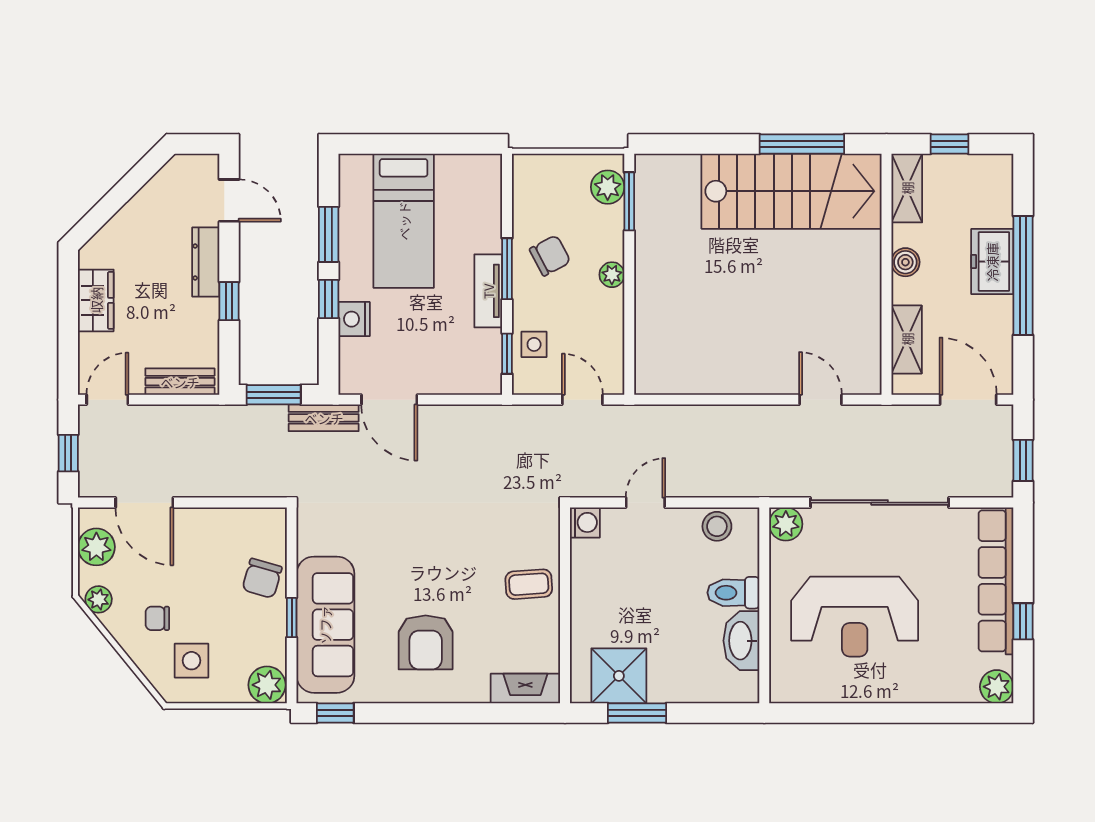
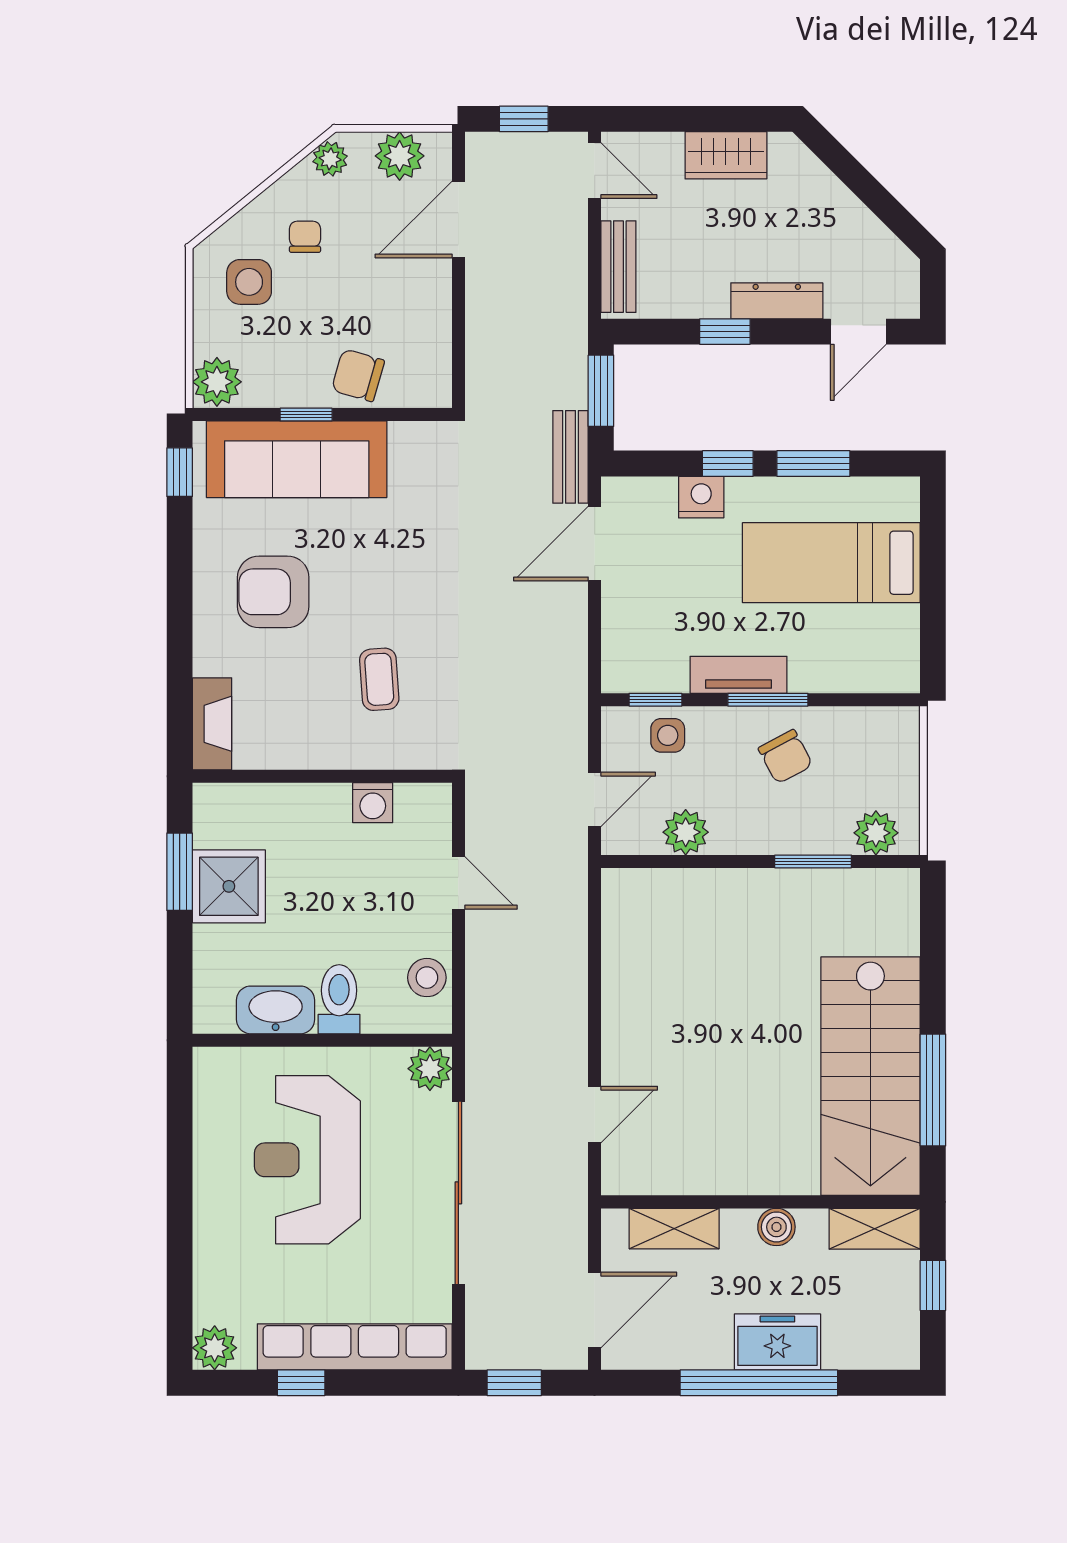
window: (629, 201) -> (813, 861), moved
plant: (612, 275) -> (686, 832), moved, width x1.38, depth x1.38
washing machine: (585, 522) -> (373, 803), moved
coffee table: (529, 584) -> (379, 679), moved
shower: (619, 676) -> (229, 886), moved

